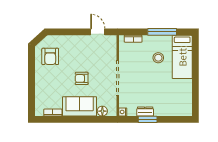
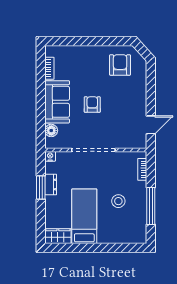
armchair: (50, 56) -> (120, 65), turned 90
bed: (182, 57) -> (84, 216), moved, turned 90
wardrobe: (186, 106) -> (58, 236), added

